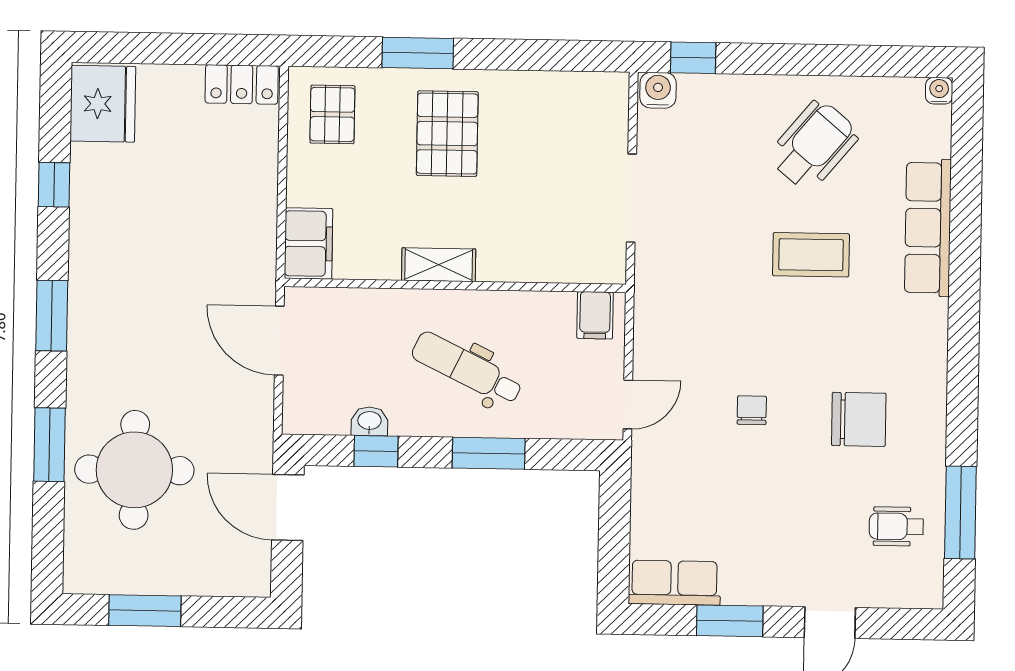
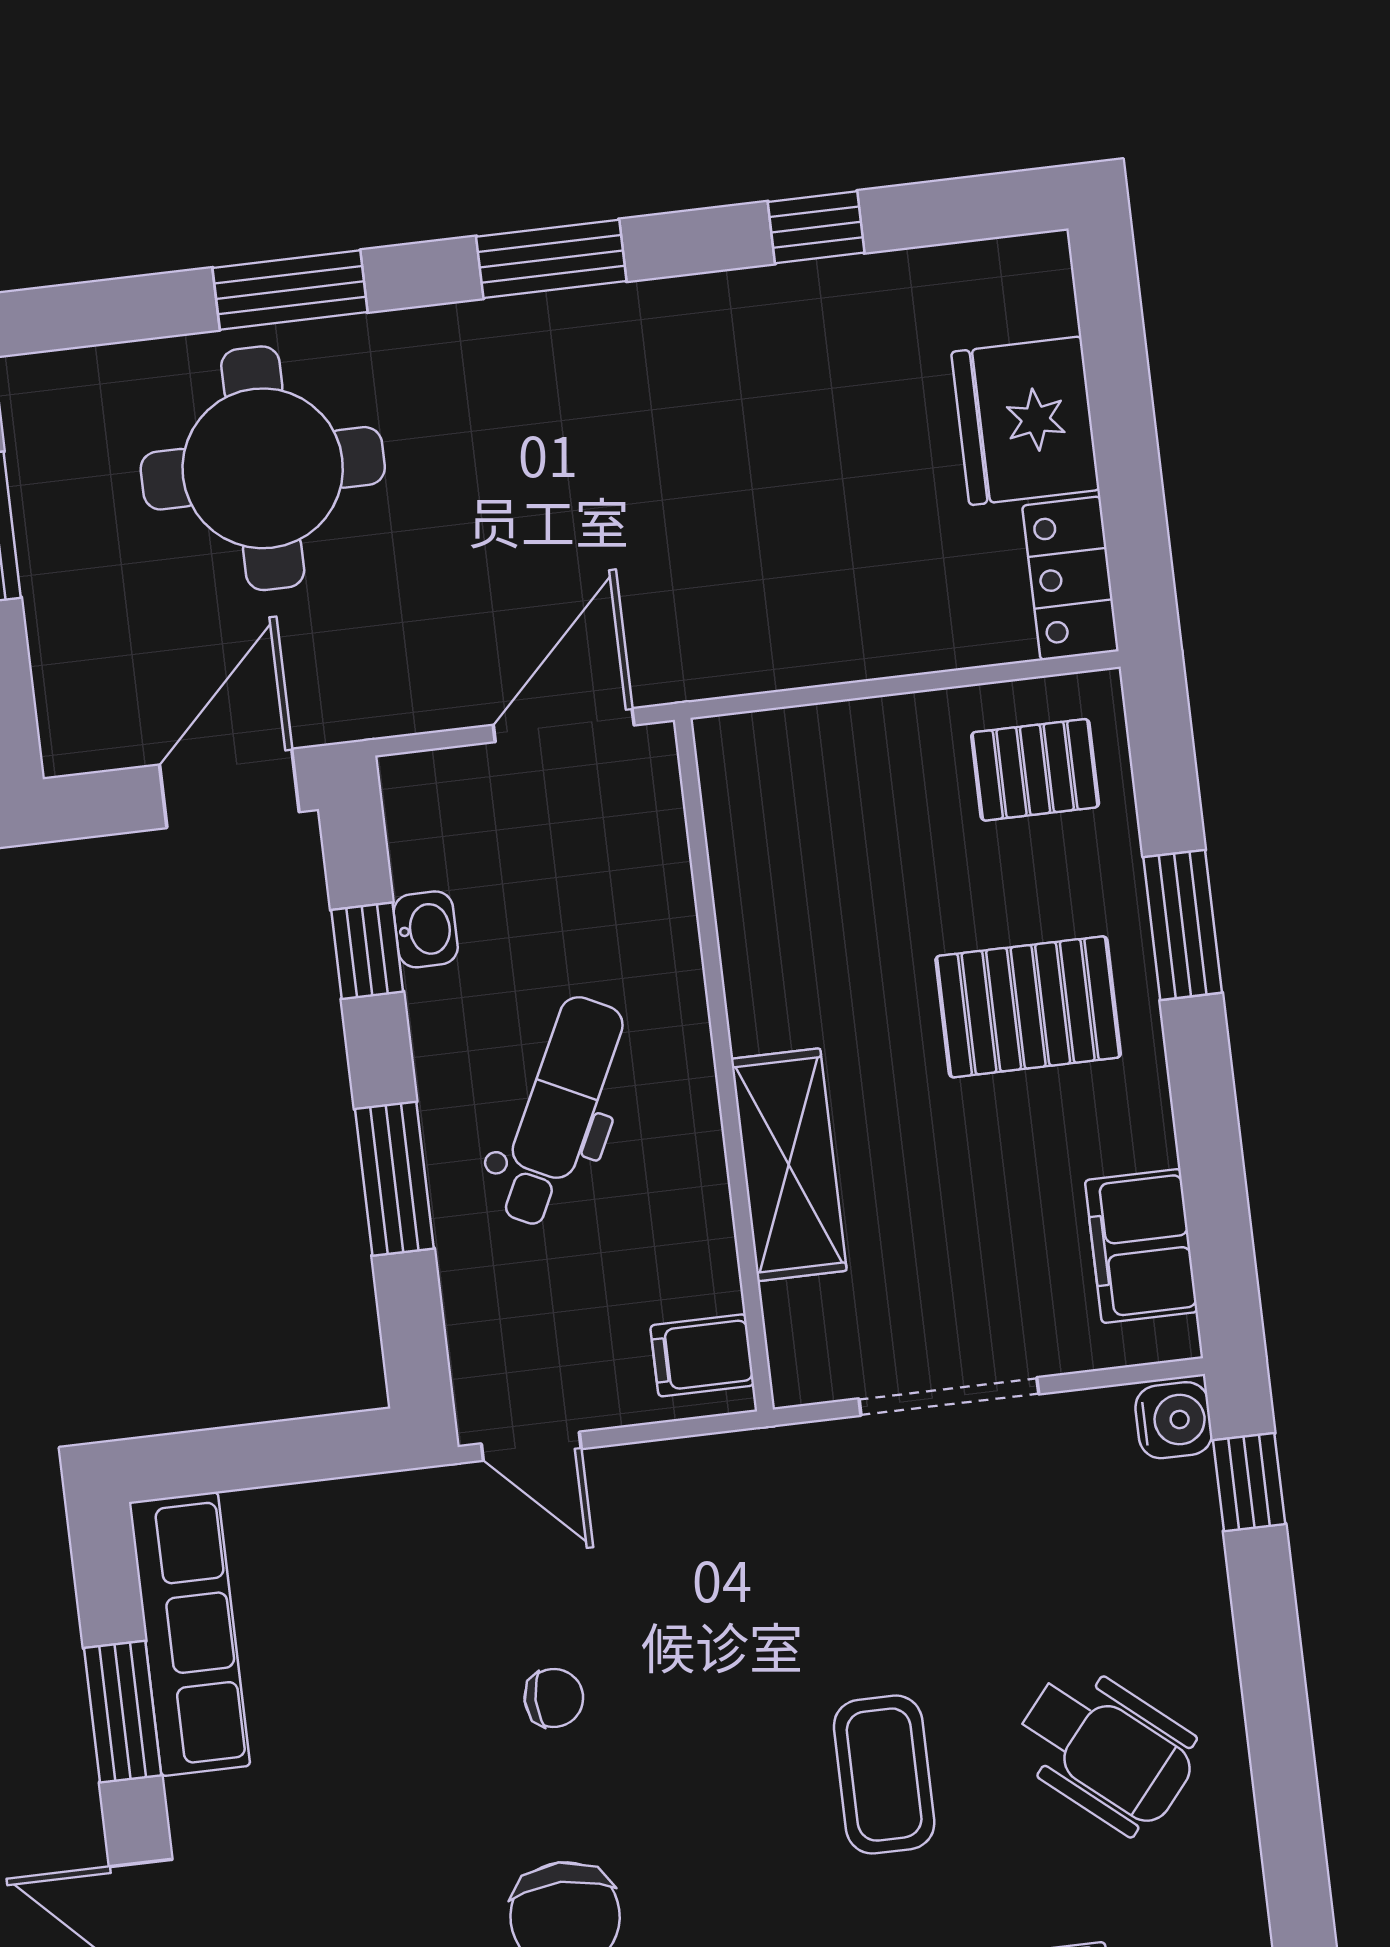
fridge: (103, 104) -> (1025, 421), moved, turned 90
filing cabinet: (308, 244) -> (1141, 1246), moved, turned 90
shelving: (439, 265) -> (789, 1165), moved, width x1.50, depth x1.33
row of seats: (674, 583) -> (190, 1634), width x1.48

